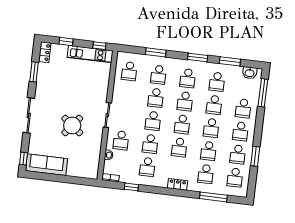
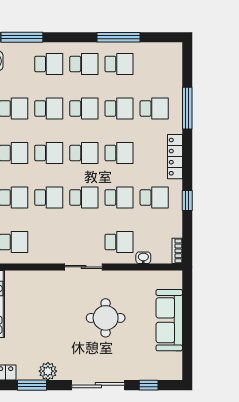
plant: (42, 83) -> (48, 371), added
round table: (72, 125) -> (106, 318), turned -38
window: (255, 156) -> (118, 37), width x1.44
window: (24, 159) -> (149, 385), moved
sofa: (47, 165) -> (169, 320), moved
school desk: (235, 178) -> (154, 64), removed
locker: (177, 184) -> (175, 157), width x1.53
window: (131, 187) -> (187, 201), moved
window: (213, 197) -> (187, 108), moved

